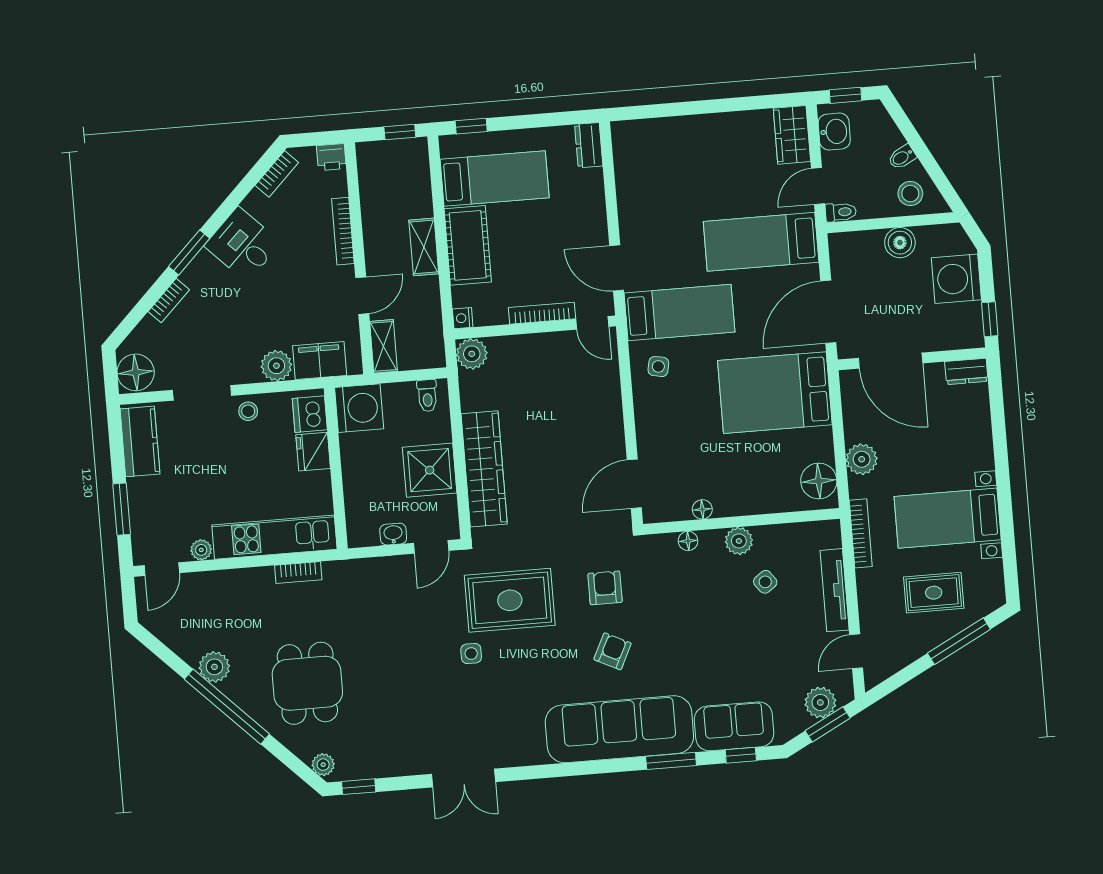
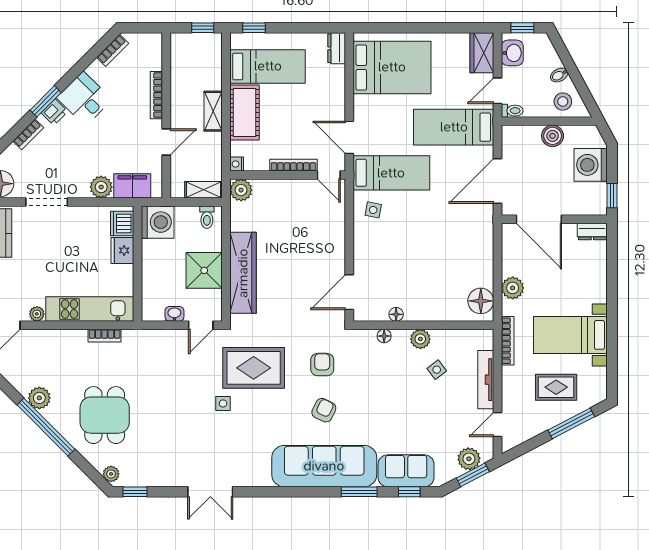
printer: (331, 157) -> (54, 112), moved, turned -45
shelving: (383, 346) -> (204, 190), moved, turned 90
bed: (775, 393) -> (392, 67), moved, turned 180
stool: (248, 411) -> (78, 218), removed

